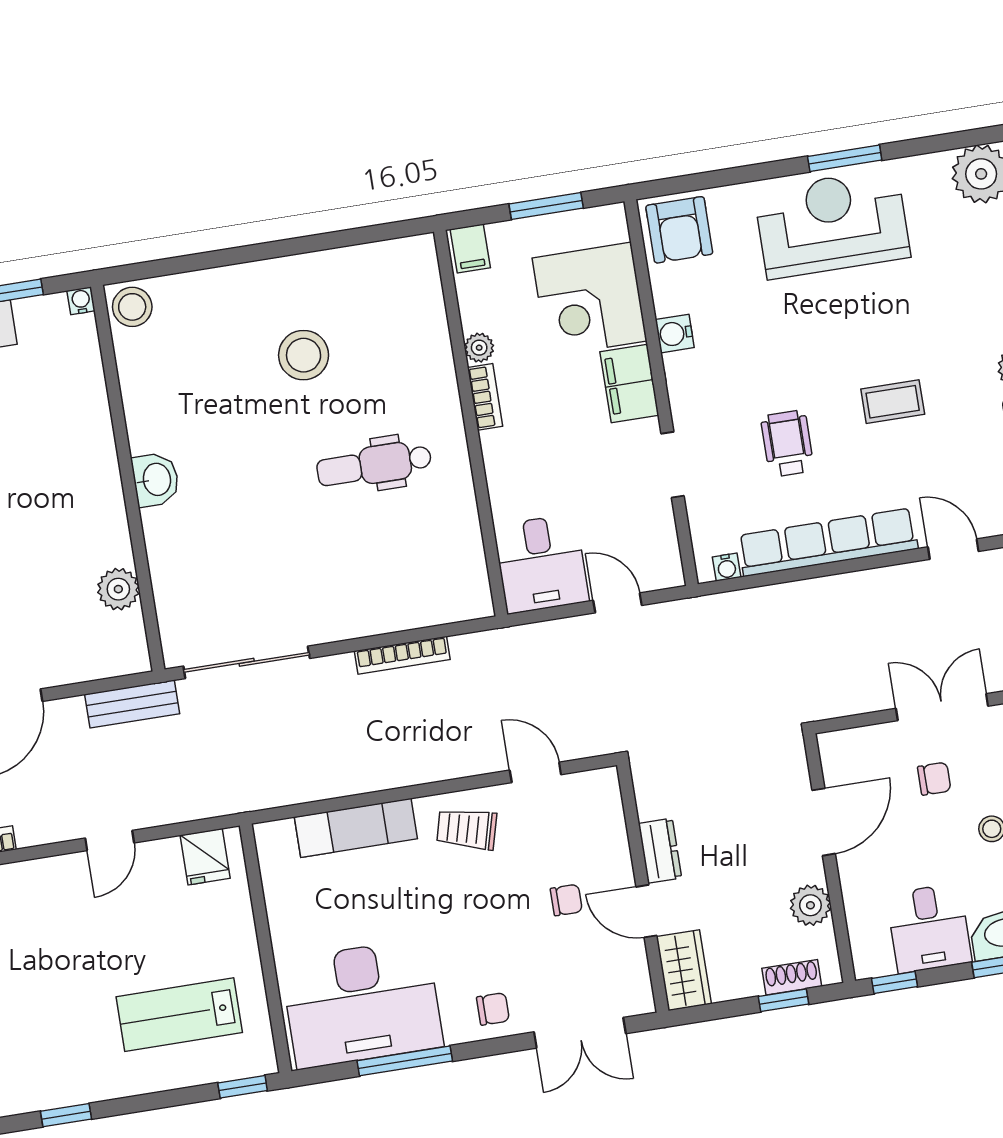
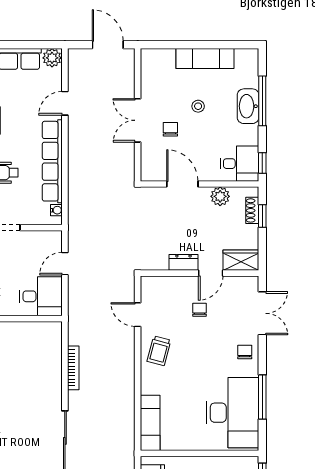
door: (535, 772) -> (138, 315), hinge flipped
exam couch: (356, 828) -> (150, 423), moved
desk: (929, 928) -> (240, 164), moved

